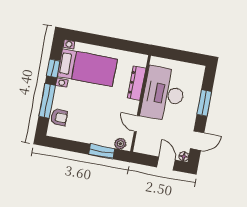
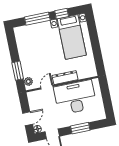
dresser: (137, 83) -> (65, 78), moved
armchair: (59, 117) -> (29, 32), removed

